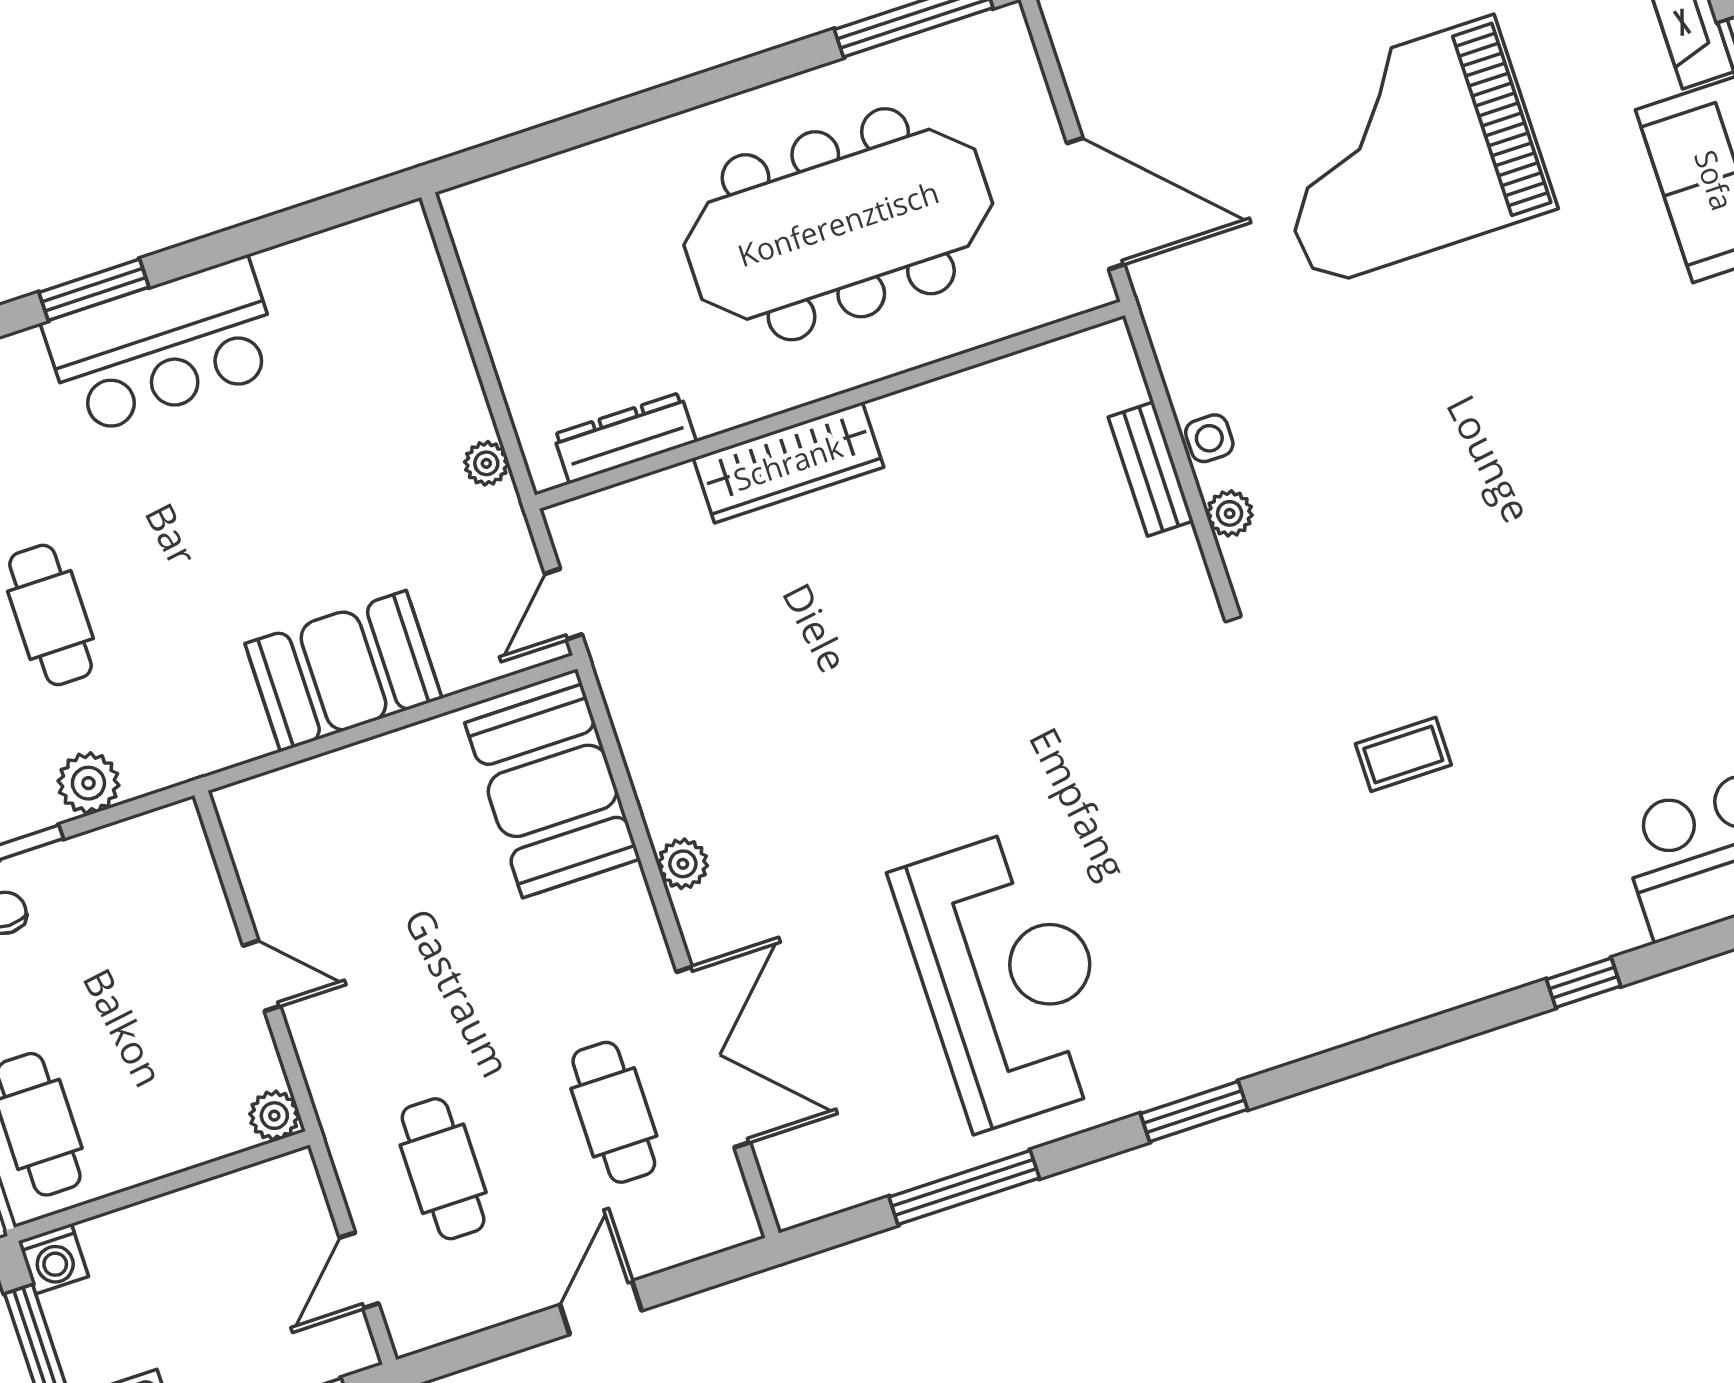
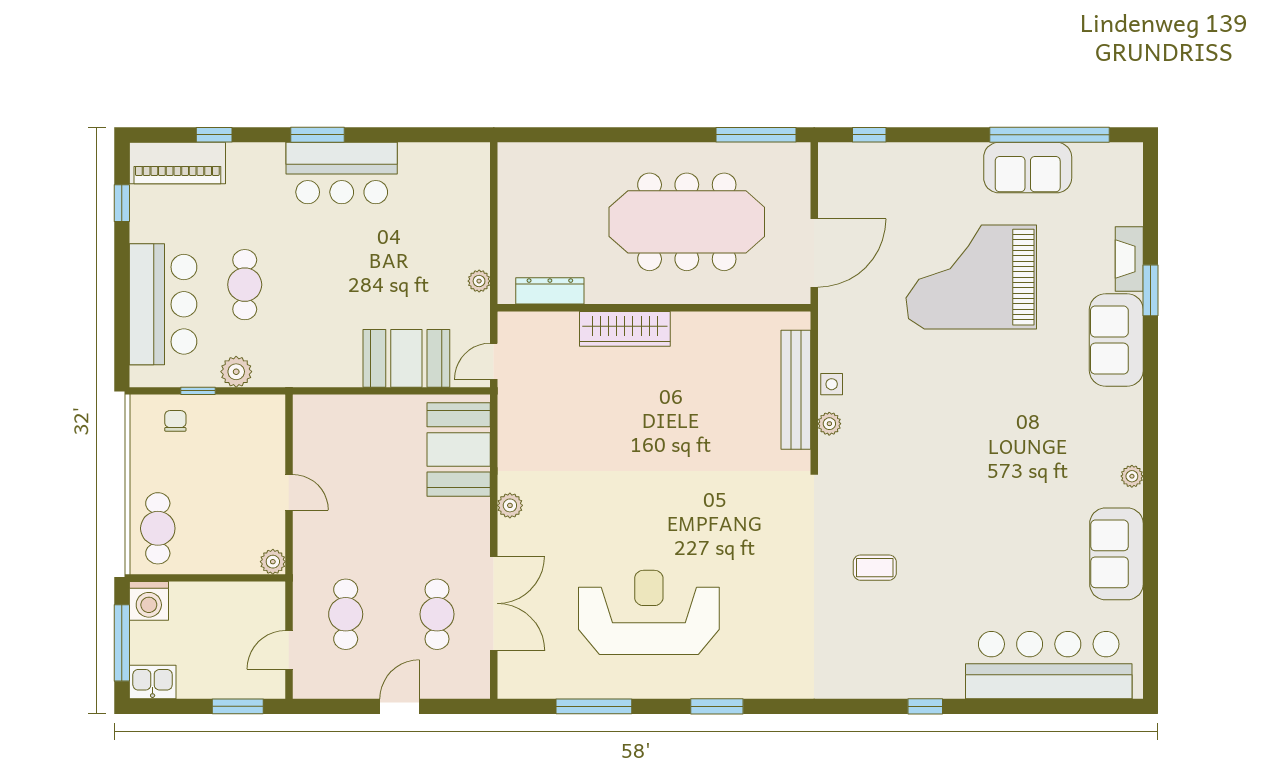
door: (1096, 204) -> (814, 253), hinge flipped
bench: (1151, 469) -> (796, 390), width x1.86, depth x1.21
booth: (343, 671) -> (406, 358), moved
reception desk: (1009, 978) -> (649, 612), turned -90
washing machine: (53, 1259) -> (149, 601), width x1.38, depth x1.38

